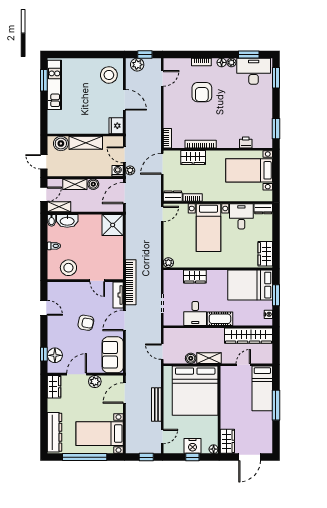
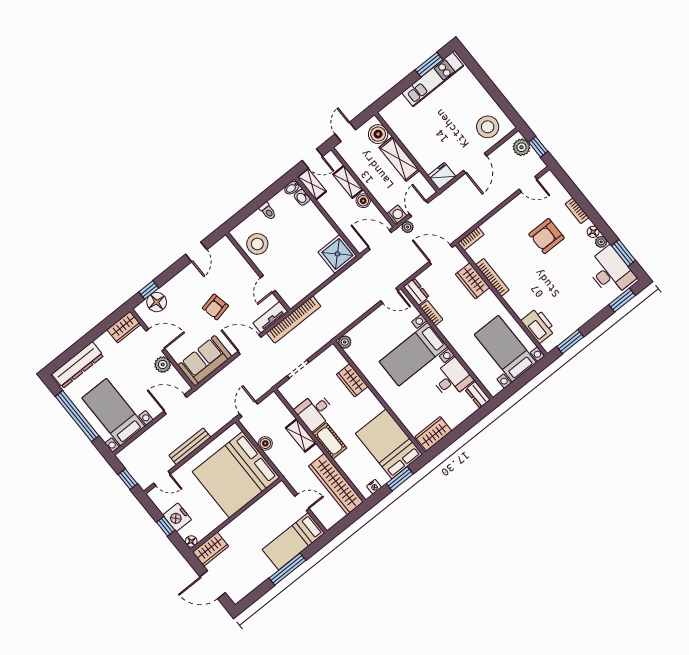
printer: (246, 142) -> (538, 326), width x1.87, depth x1.48
washbasin: (67, 221) -> (302, 197), width x0.52, depth x0.69
armchair: (86, 323) -> (215, 307), turned 67
shelving: (209, 358) -> (301, 436), moved

